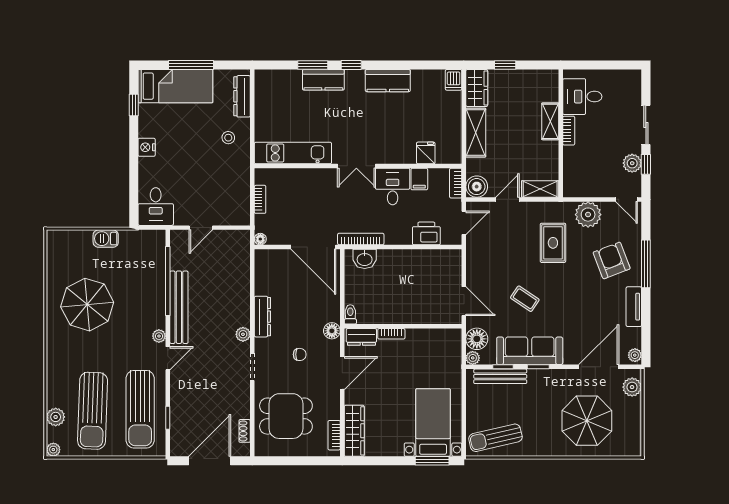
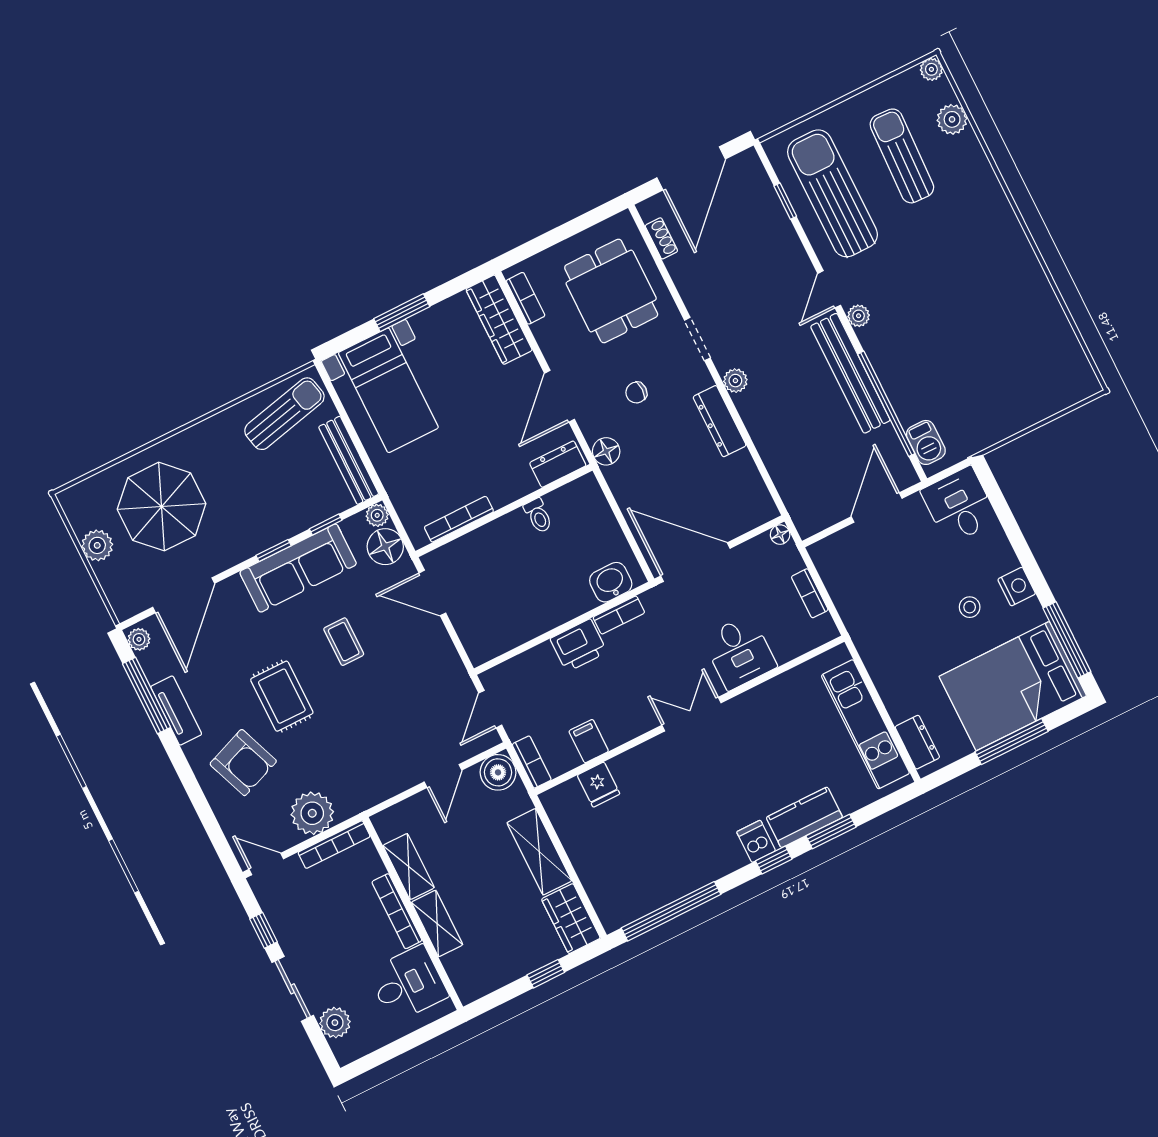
window: (421, 65) -> (671, 911), added
dishwasher: (454, 80) -> (756, 841), moved
kitchen counter: (388, 81) -> (708, 864), removed
bed: (175, 86) -> (1013, 686), width x1.50
dresser: (242, 96) -> (917, 742), width x0.70
window: (134, 105) -> (1067, 640), width x2.17
bookcase: (569, 131) -> (397, 911), width x1.56
stool: (228, 138) -> (970, 607), moved
kitchen unit: (293, 153) -> (865, 724), moved, turned 90
plant: (632, 163) -> (335, 1023), moved
desk: (393, 186) -> (739, 652), moved
shelving: (540, 189) -> (409, 867), moved, turned 90
bookcase: (585, 192) -> (334, 845), added
door: (201, 228) -> (877, 508), width x1.38
printer: (426, 233) -> (579, 645), moved
barbecue: (106, 239) -> (926, 442), moved, turned 90
bookcase: (361, 239) -> (619, 615), width x0.64
rug: (553, 243) -> (282, 696), moved
window: (646, 264) -> (146, 696), moved
coffee table: (525, 299) -> (344, 642), turned 56
parasol: (87, 305) -> (988, 309), removed
toilet: (350, 314) -> (538, 516), moved
bookcase: (391, 334) -> (459, 519), moved, width x1.56
bench: (500, 376) -> (349, 460), moved, turned 90
plant: (632, 387) -> (97, 545), moved
sun lounger: (93, 411) -> (902, 156), width x0.73, depth x0.75
dining table: (286, 416) -> (611, 291), turned 90
window: (432, 461) -> (402, 313), moved

